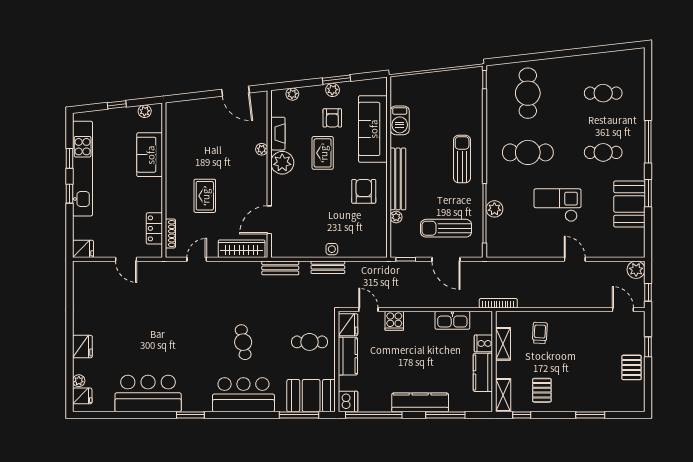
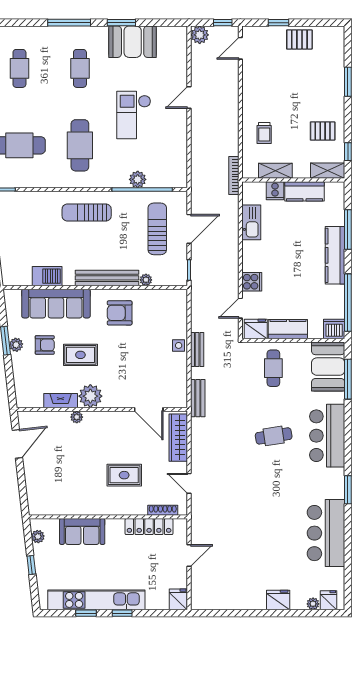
plant: (292, 94) -> (20, 386), removed
locker: (154, 228) -> (149, 527), width x1.53
sun lounger: (446, 228) -> (157, 229), turned 180
trolley: (540, 333) -> (264, 133), turned -93

